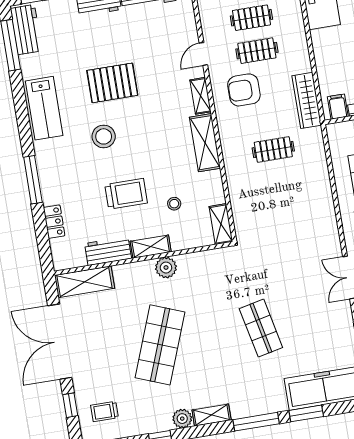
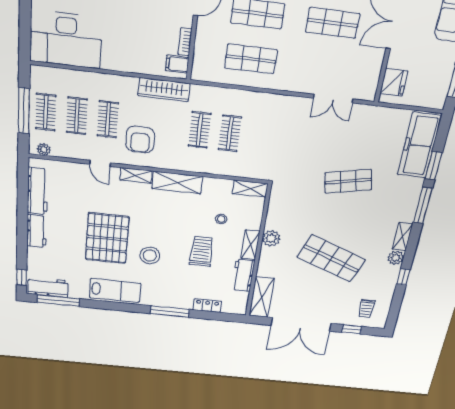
pallet: (112, 83) -> (107, 238), width x1.37, depth x1.41
clothes rail: (279, 182) -> (230, 133), added

